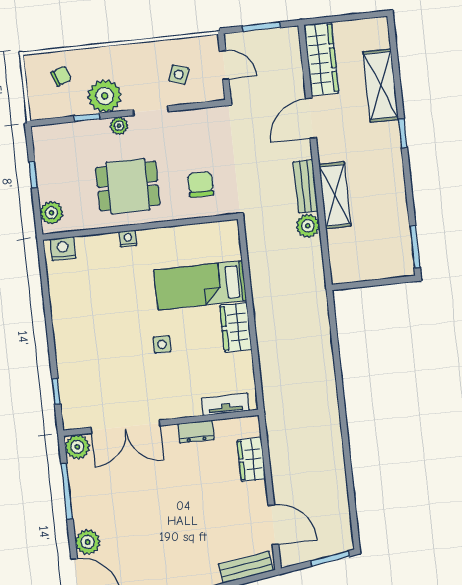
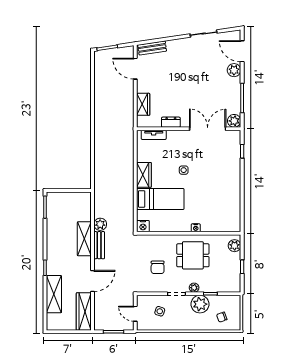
chair: (200, 184) -> (158, 267), moved
nightstand: (63, 249) -> (143, 226), moved

